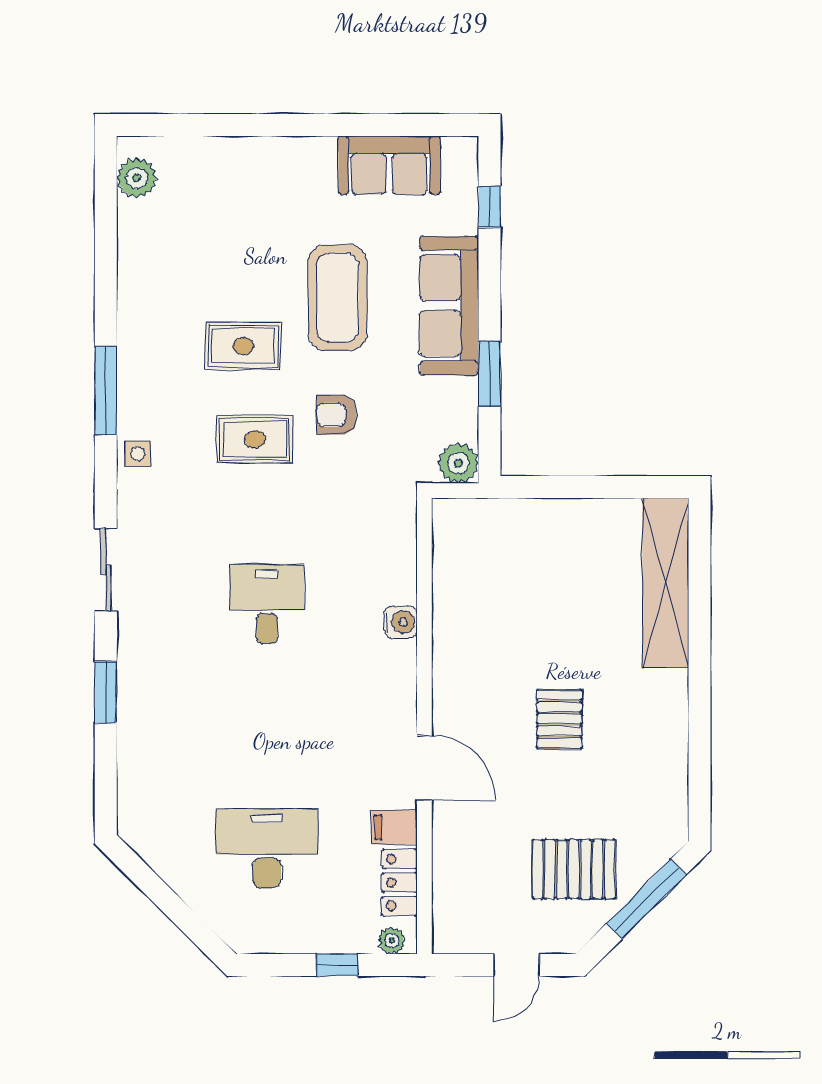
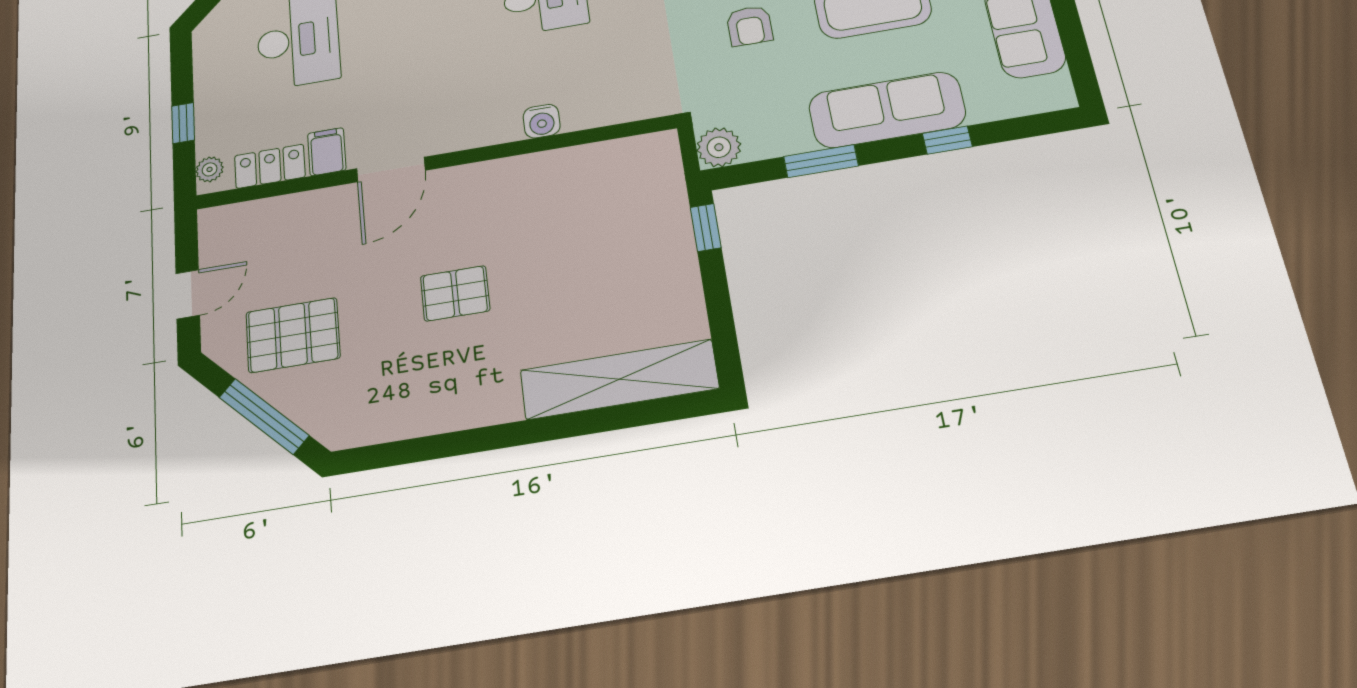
window: (490, 207) -> (947, 140), moved
armchair: (337, 415) -> (750, 26), turned 180
window: (536, 487) -> (706, 227), added
pallet: (574, 869) -> (293, 335), turned 90
door: (517, 965) -> (188, 294), swing flipped

